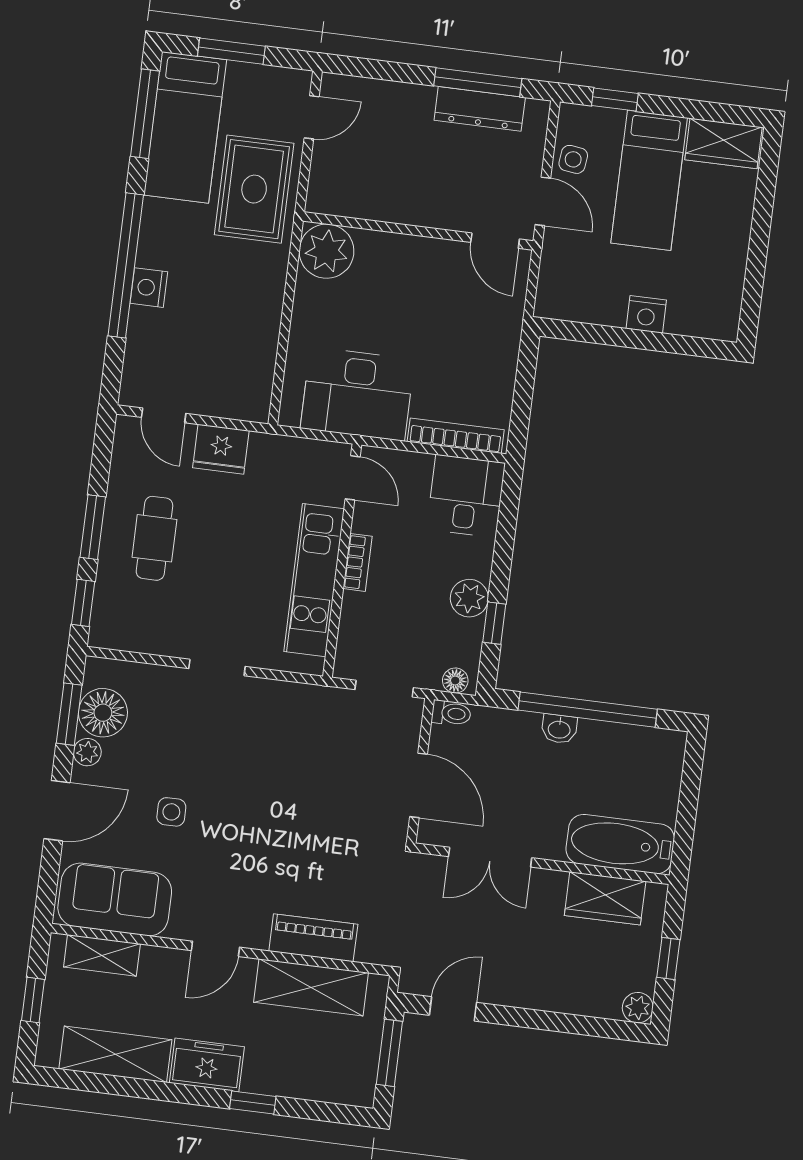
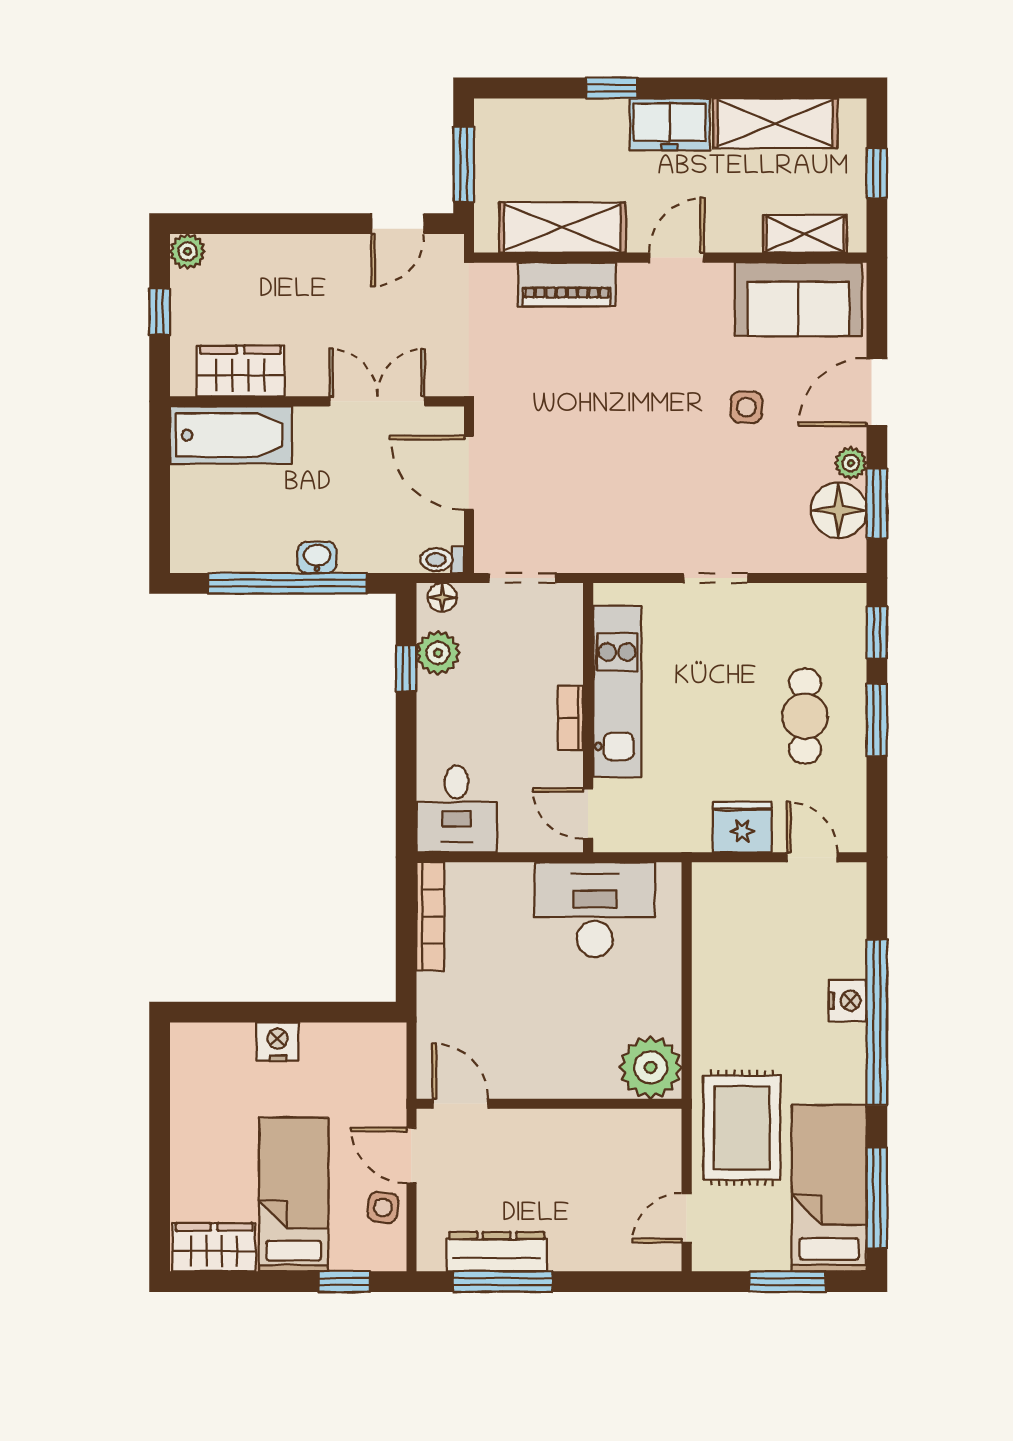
bookcase: (456, 436) -> (430, 917), moved, turned -90
plant: (469, 598) -> (438, 653), moved

